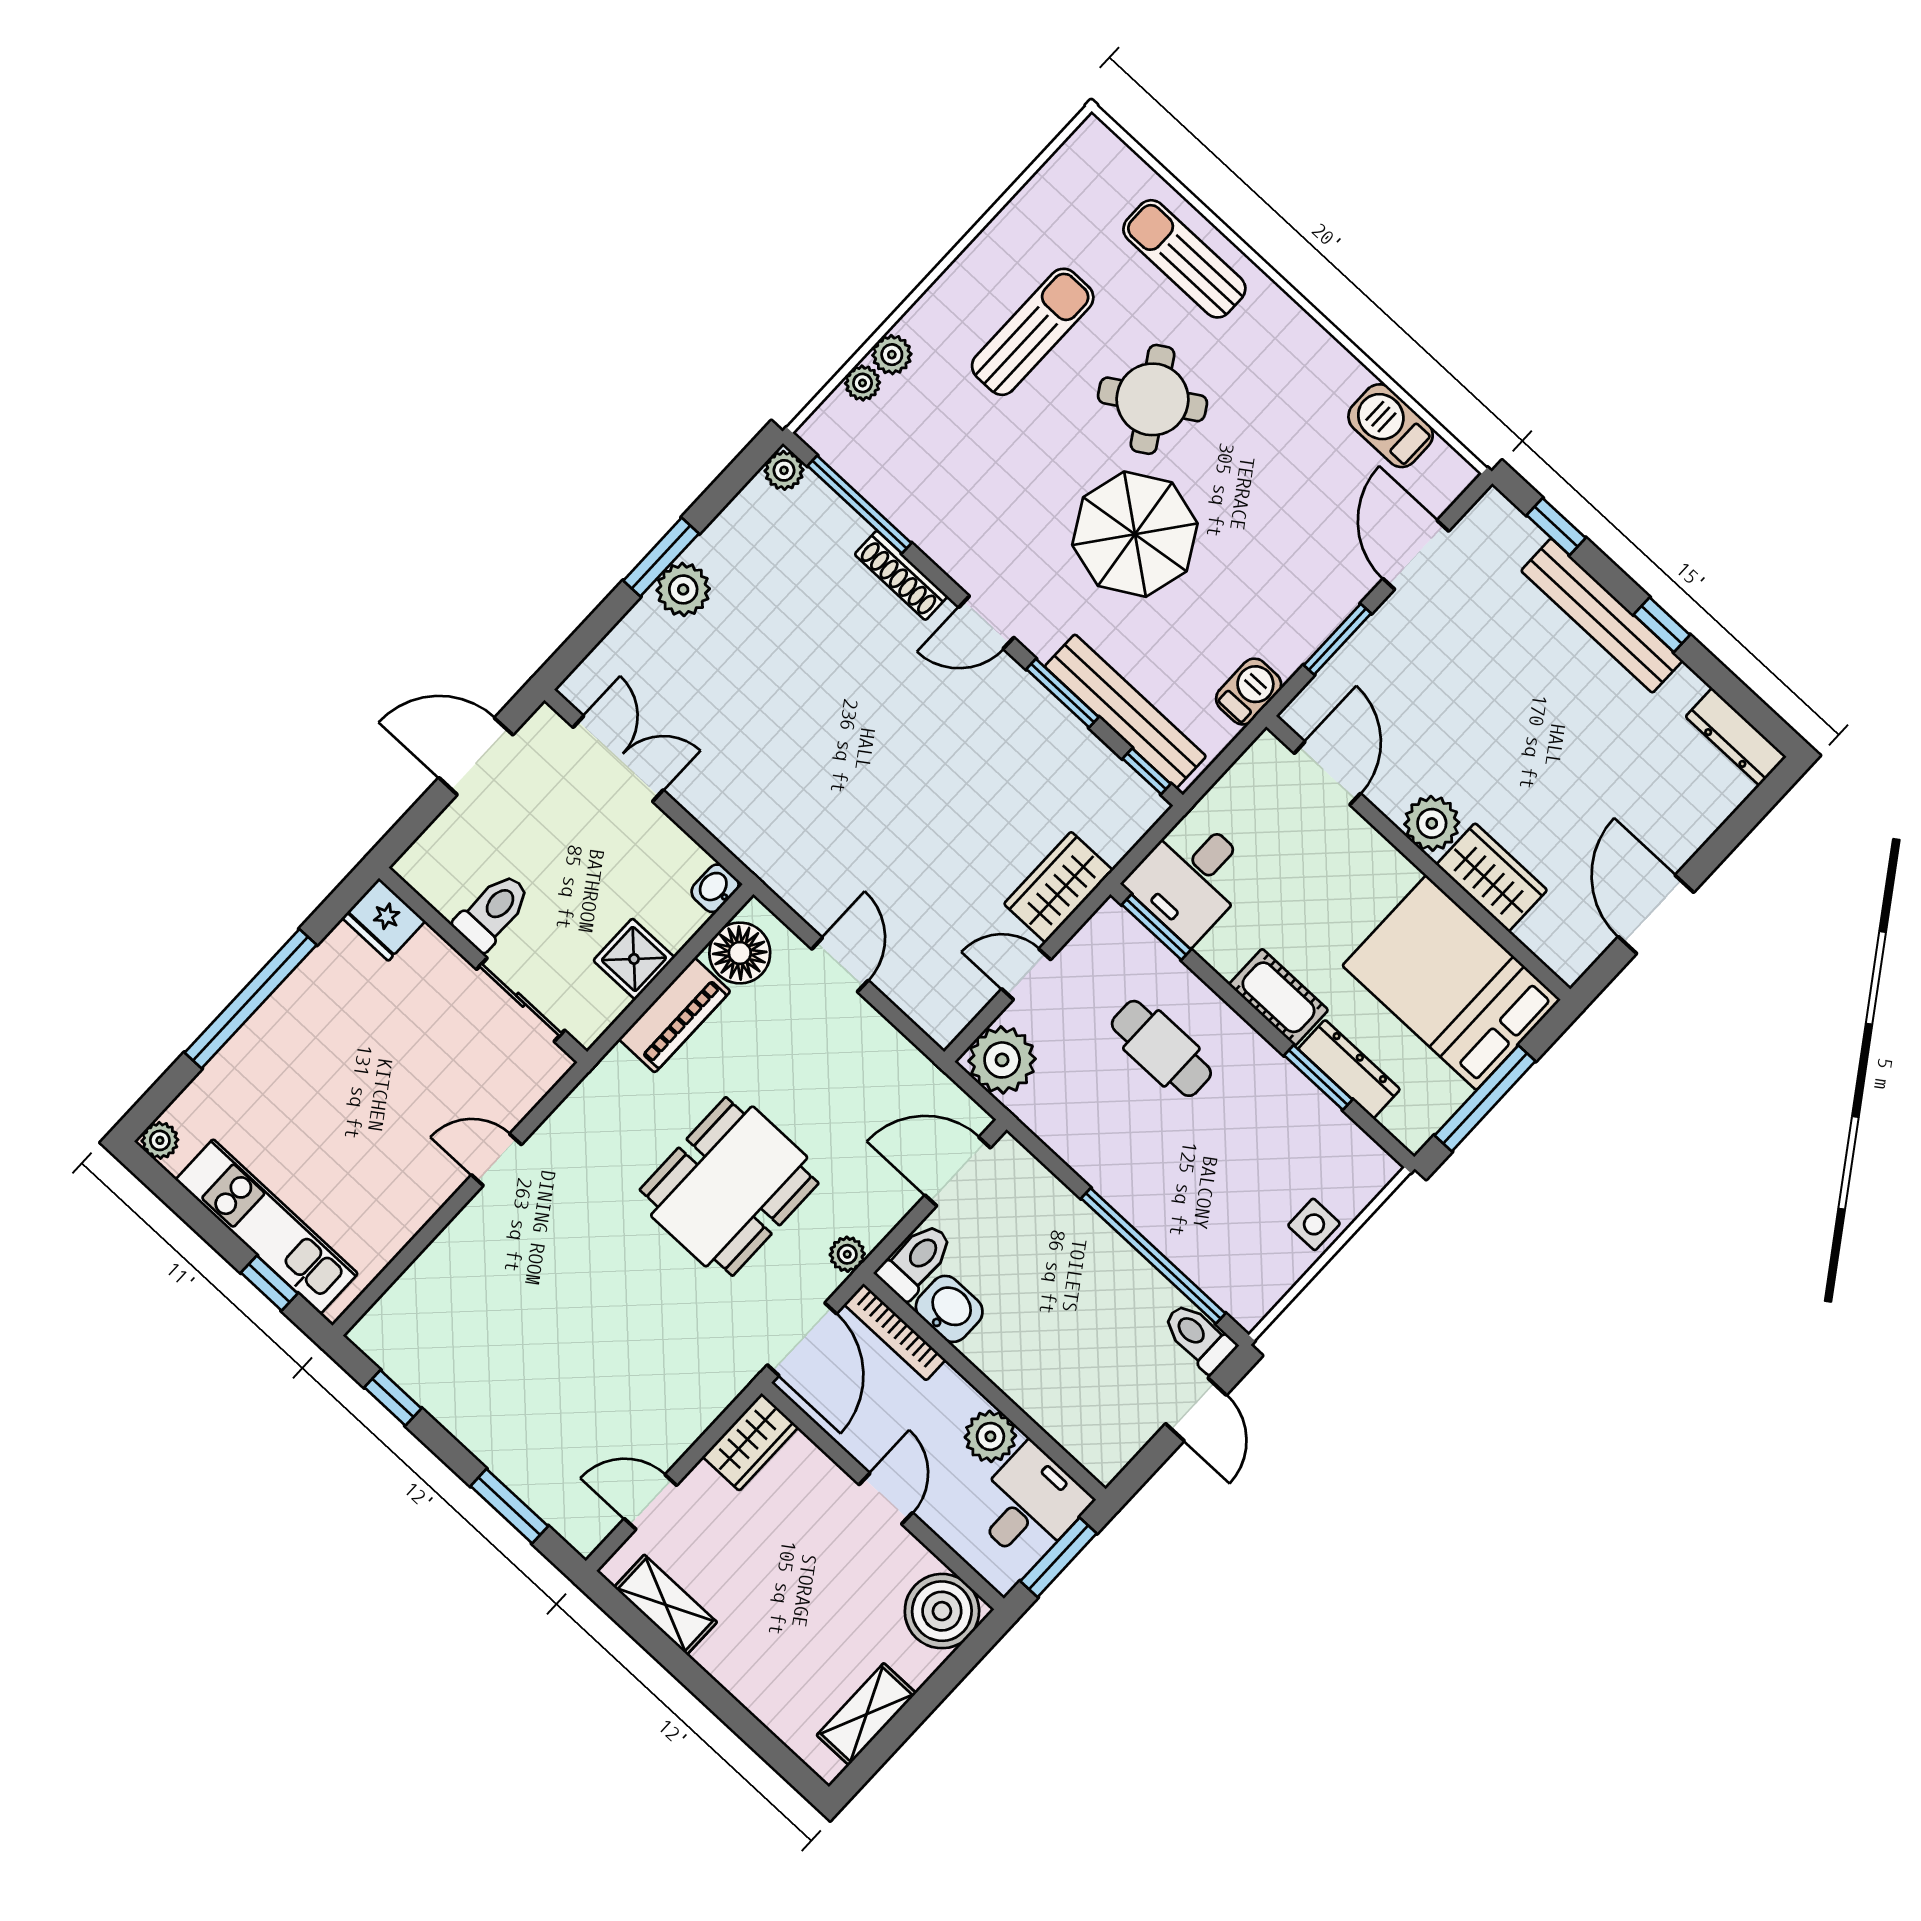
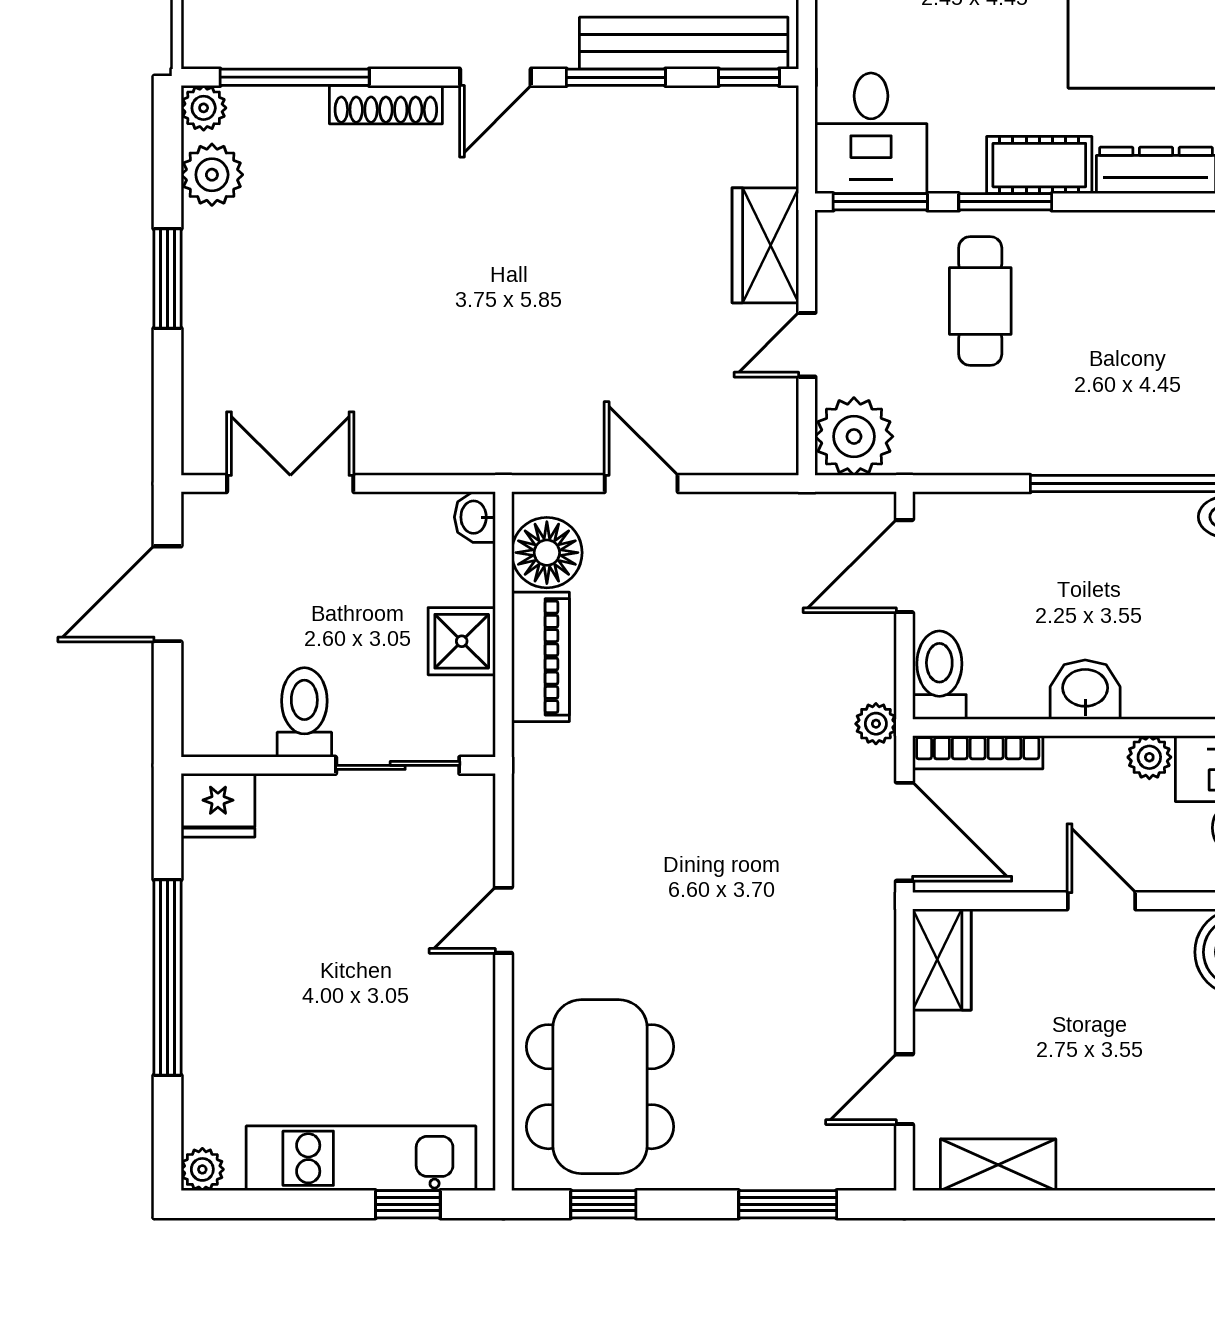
plant: (683, 589) -> (212, 175), moved
cafe table: (1161, 1048) -> (980, 301), turned 90
window: (1318, 1077) -> (1005, 202), moved
dining table: (729, 1186) -> (600, 1087), moved
washbasin: (949, 1309) -> (1085, 690), moved
plant: (990, 1436) -> (1149, 757), width x0.73, depth x0.73

